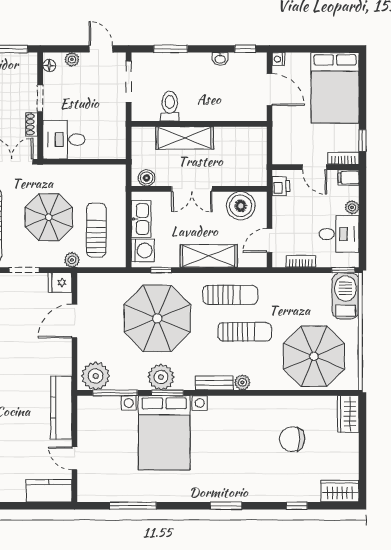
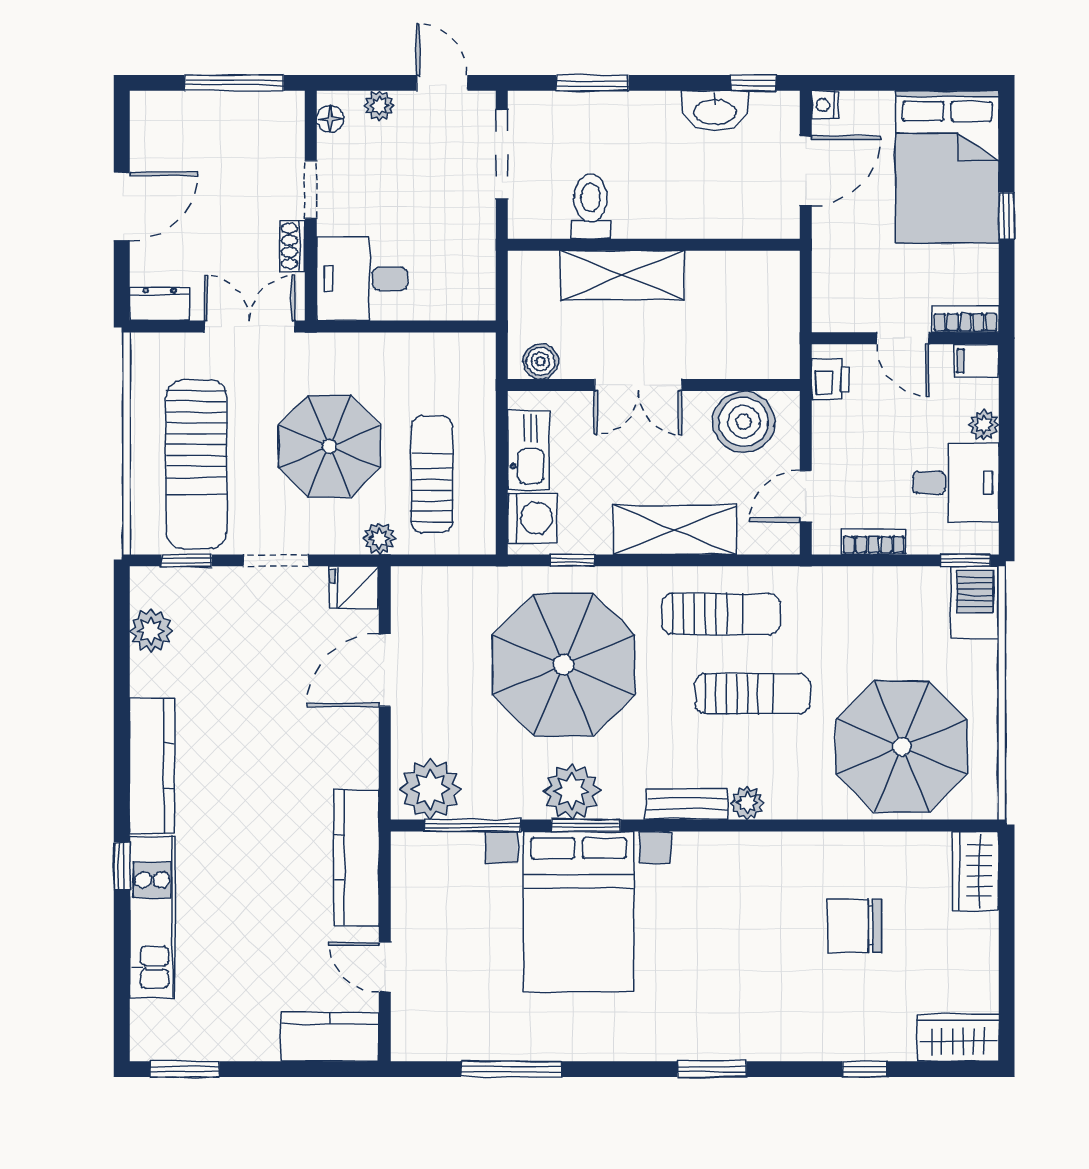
washbasin: (220, 59) -> (715, 111), width x1.91, depth x1.45
door: (269, 90) -> (806, 171), hinge flipped
window: (362, 140) -> (1007, 216), moved
barbecue: (346, 296) -> (975, 603), width x0.73, depth x0.83

